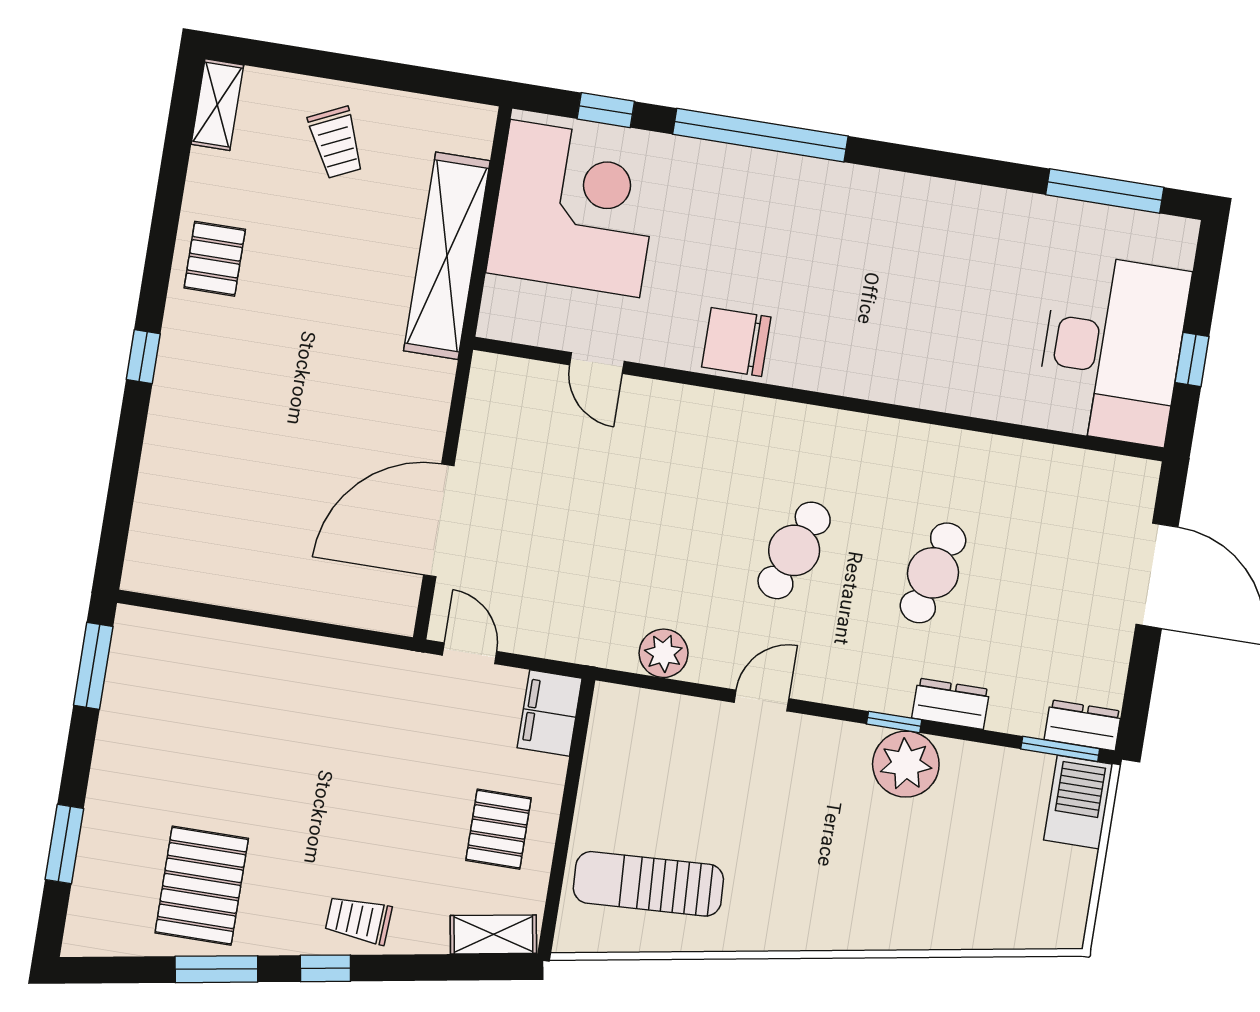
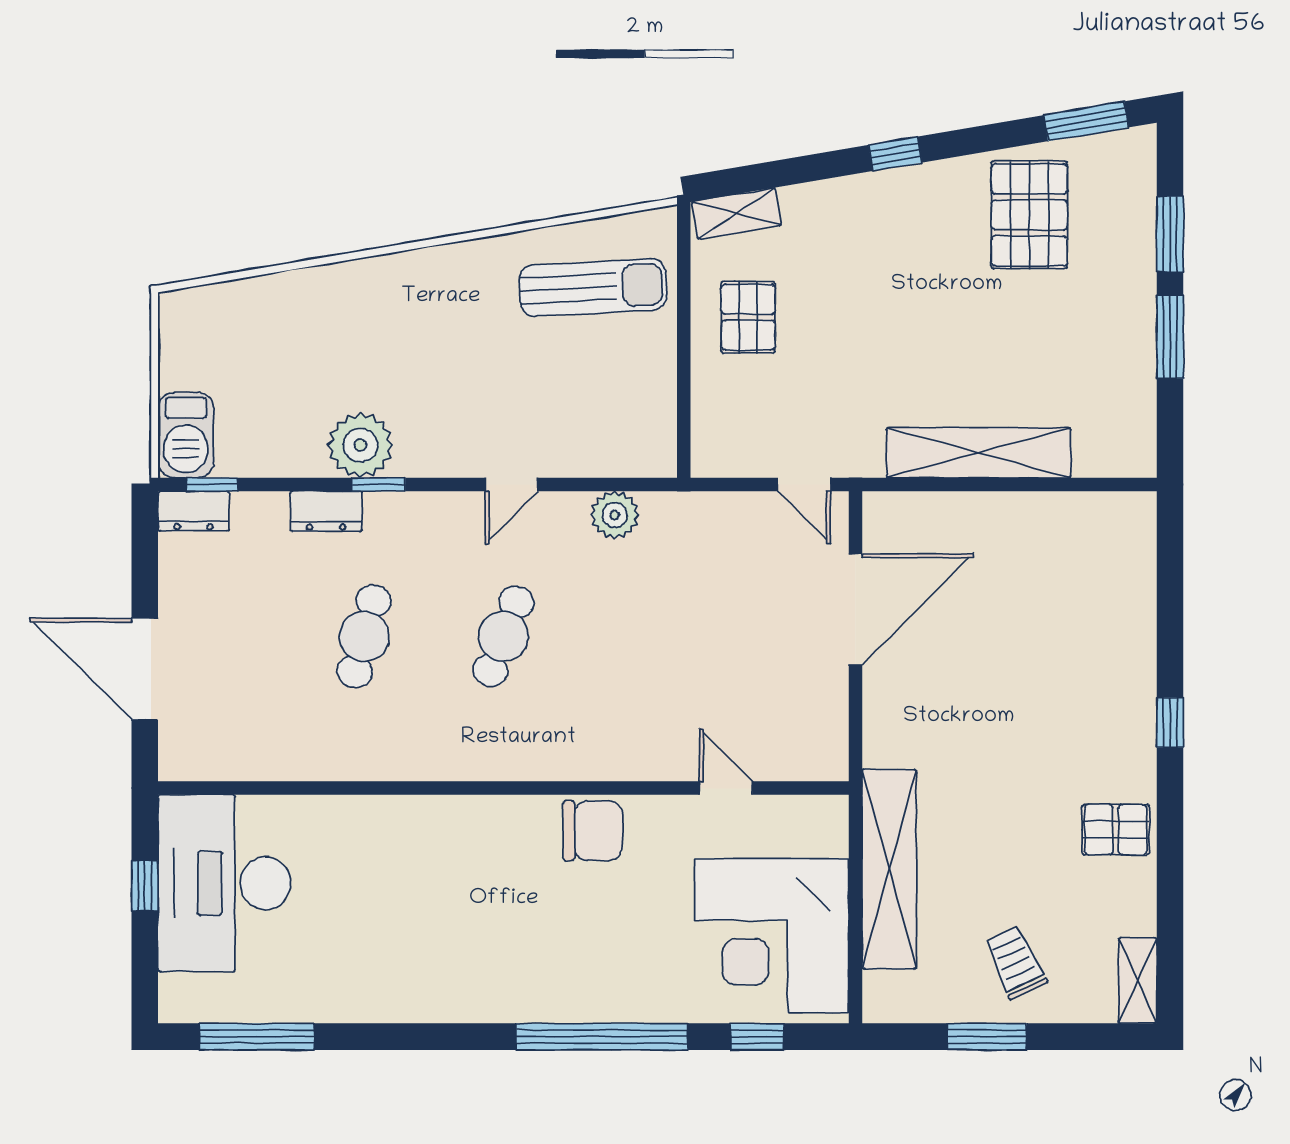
window: (377, 73) -> (987, 1037), added
pallet: (215, 259) -> (1116, 830), turned 90
shelving: (290, 657) -> (979, 453), added
window: (93, 666) -> (1170, 337), moved
filing cabinet: (550, 713) -> (717, 439), removed
window: (1060, 749) -> (212, 484), width x0.67
trolley: (359, 920) -> (871, 206), removed
window: (216, 969) -> (1086, 121), moved

